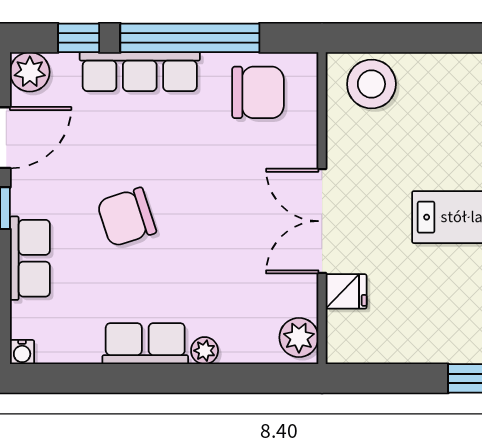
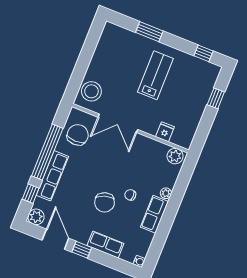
double door: (322, 221) -> (118, 123), moved
chair: (168, 270) -> (130, 195), added

